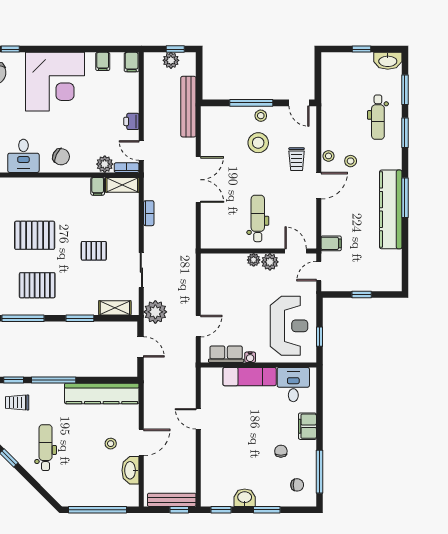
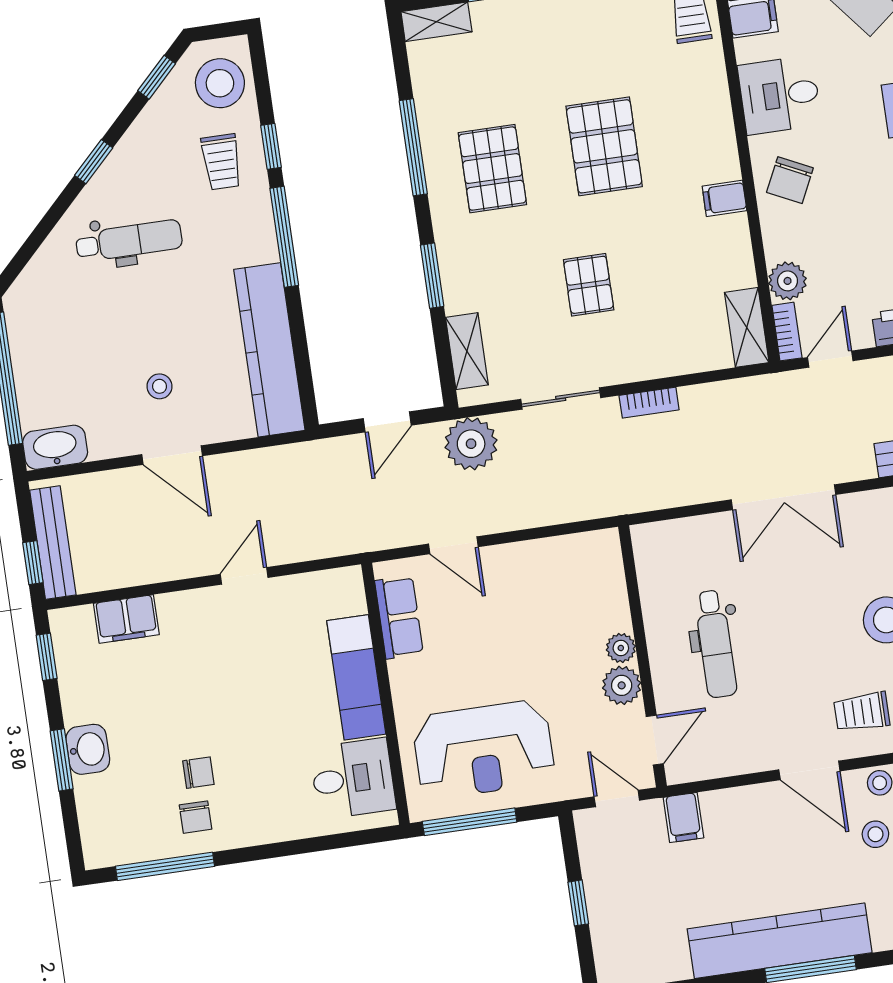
filing cabinet: (98, 186) -> (725, 198), moved
bookcase: (149, 213) -> (649, 403), moved
dental chair: (258, 218) -> (716, 644), turned 90
window: (319, 337) -> (470, 822), width x2.17
water cooler: (250, 357) -> (400, 672), removed
trolley: (17, 402) -> (221, 162), turned 180
filing cabinet: (307, 426) -> (126, 619), moved, turned 180
washbasin: (131, 470) -> (55, 447), moved
chair: (297, 485) -> (195, 817), moved
washbasin: (245, 498) -> (88, 749), moved

